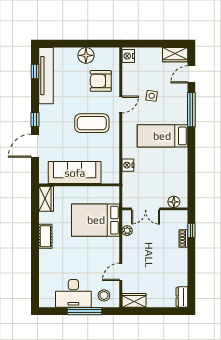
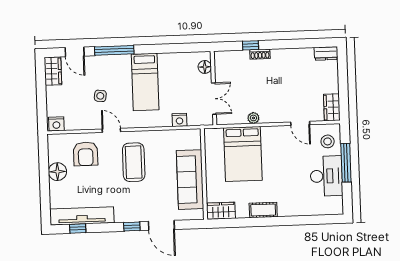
floor lamp: (174, 202) -> (205, 67), moved
double door: (146, 209) -> (214, 99), moved
wall: (155, 209) -> (214, 88), moved

